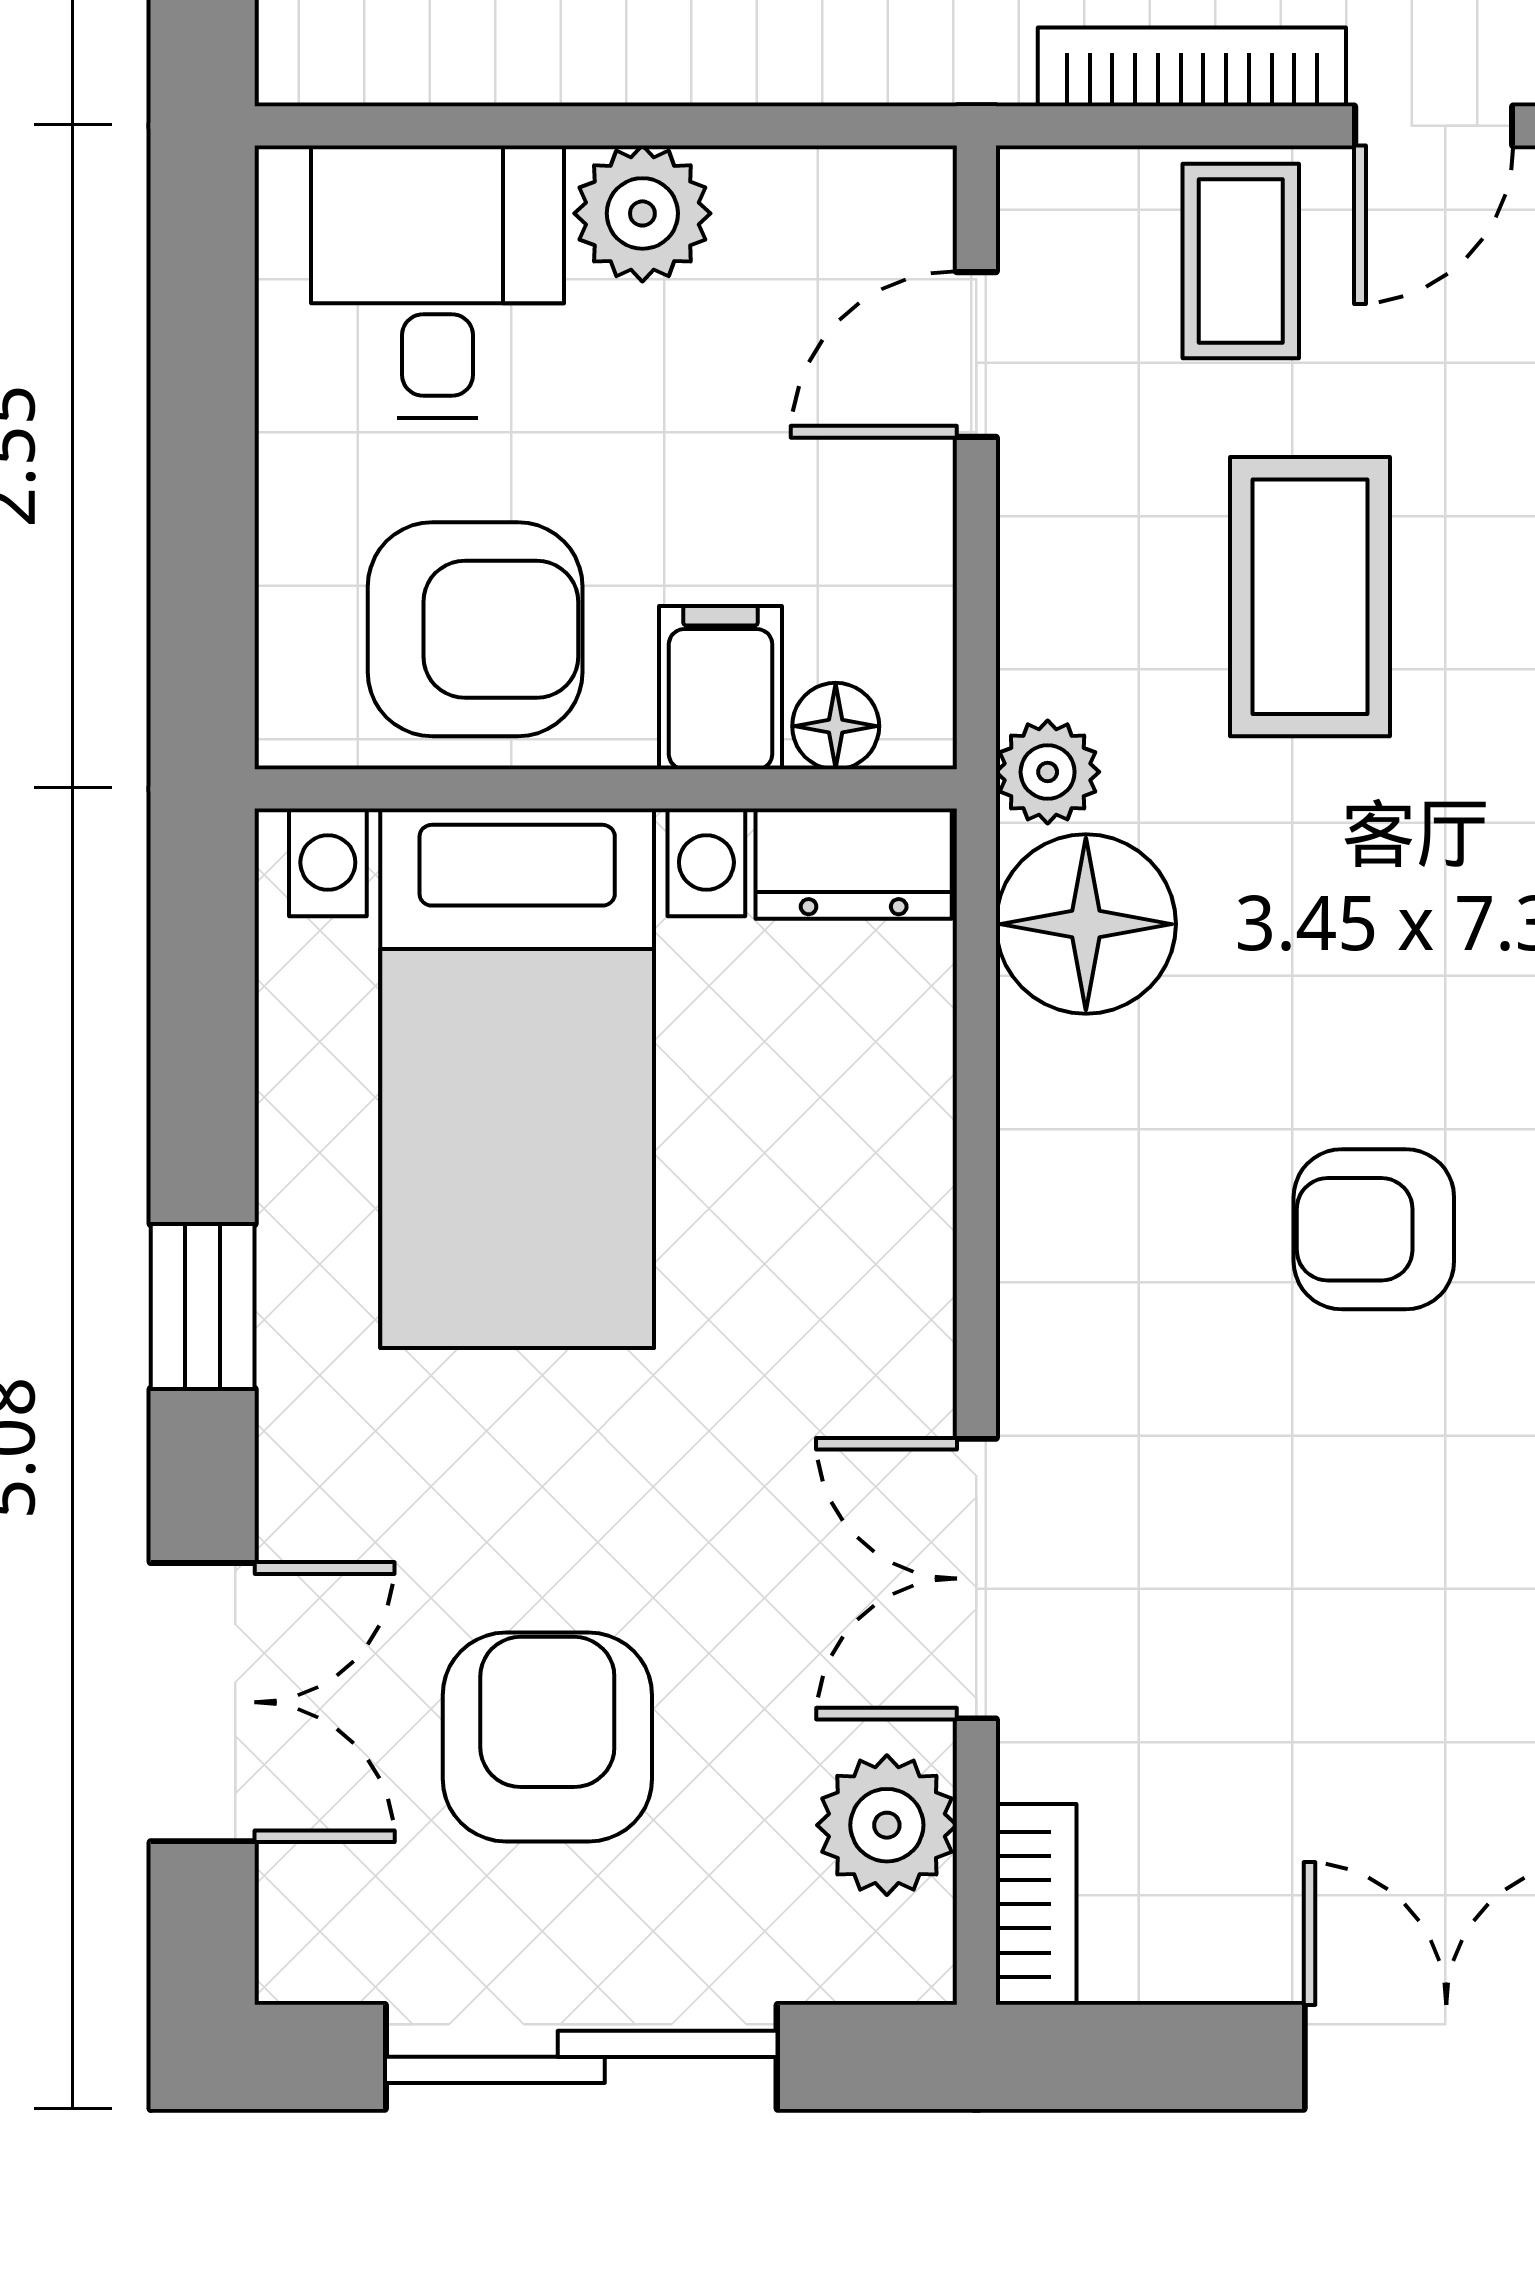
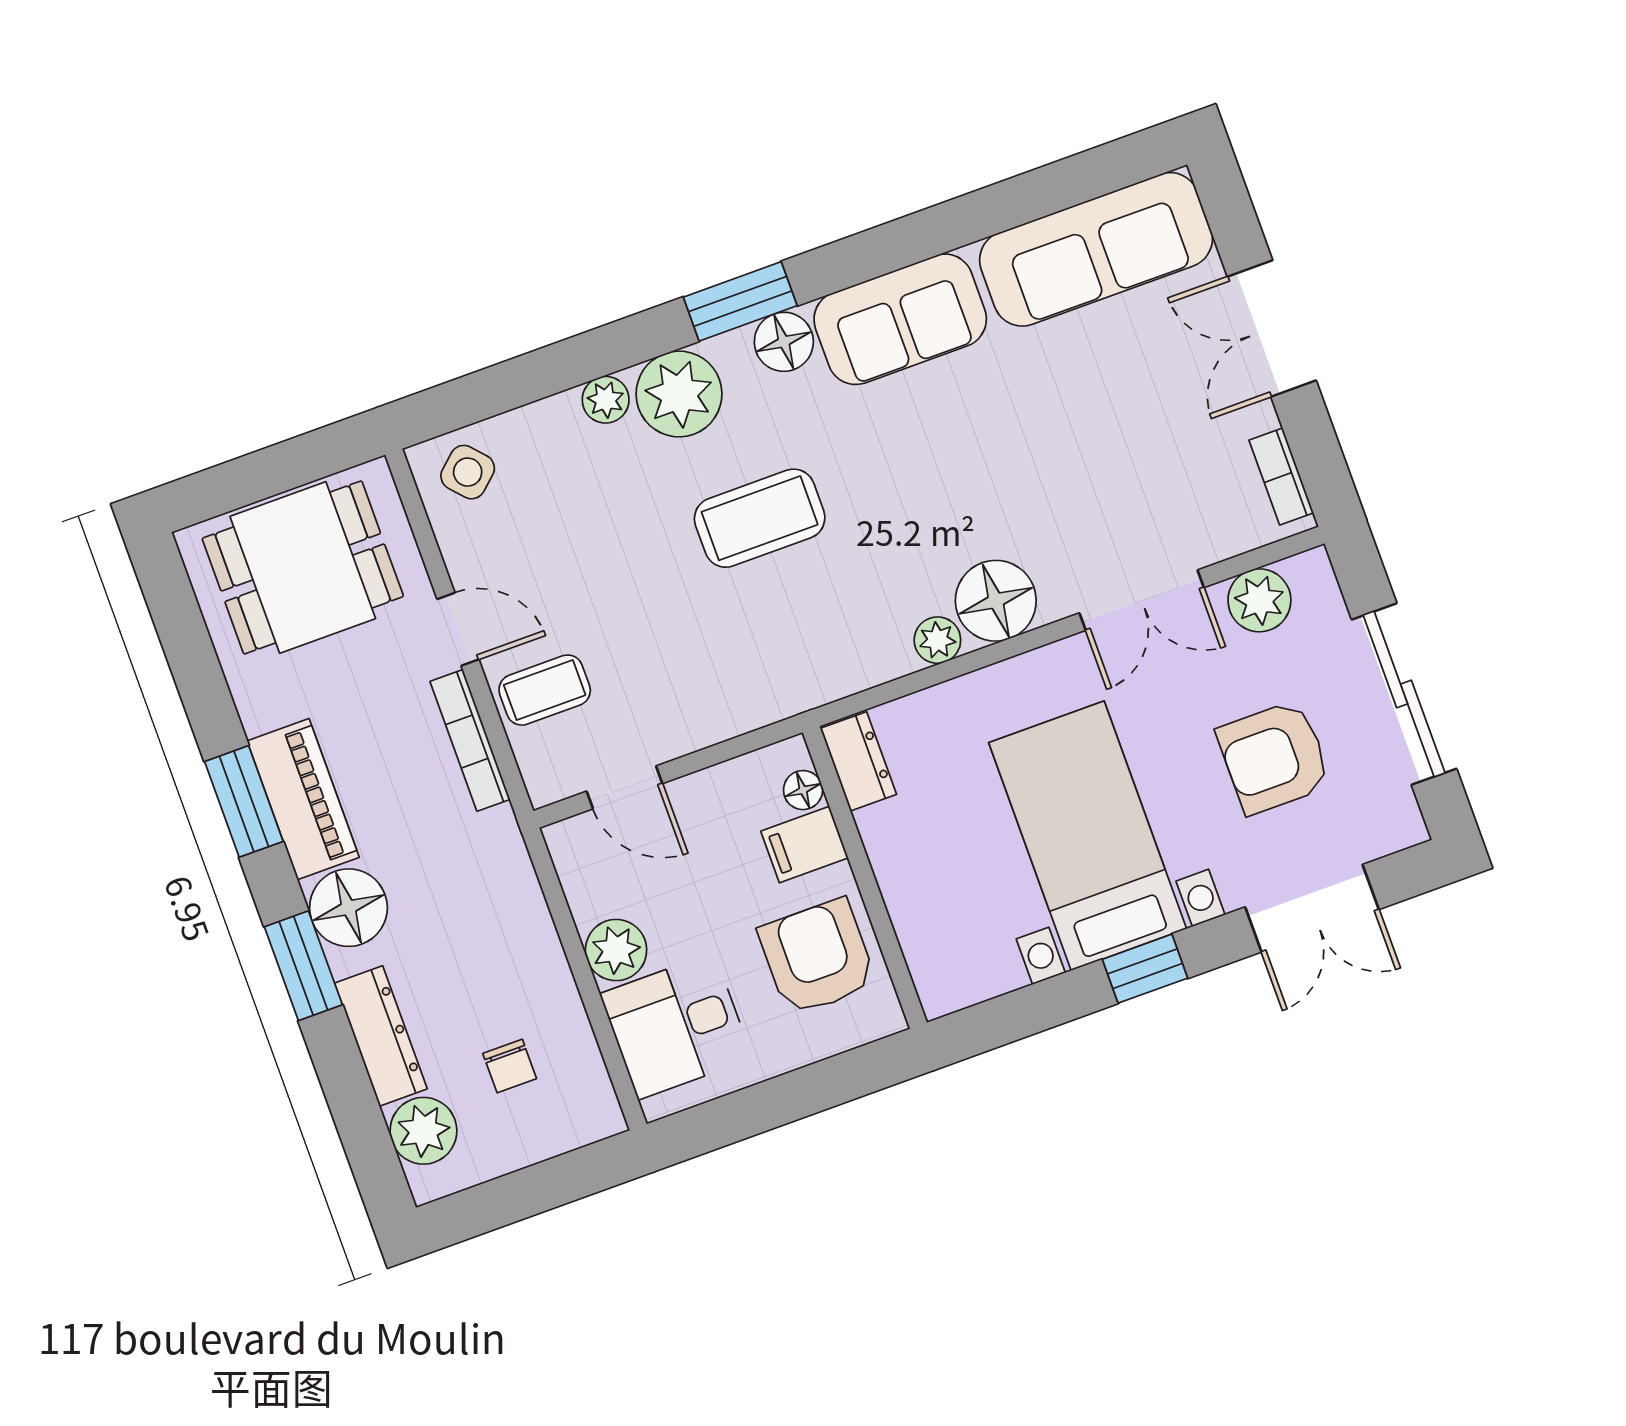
coffee table: (1310, 597) -> (760, 518), moved
plant: (1048, 772) -> (937, 640), moved
floor lamp: (1086, 924) -> (996, 601), moved
bed with nightstands: (517, 1078) -> (1088, 836), moved, turned -90
armchair: (1374, 1229) -> (933, 486), removed
double door: (203, 1702) -> (1312, 908), swing flipped
bookcase: (1036, 1904) -> (1281, 476), moved, turned -90

